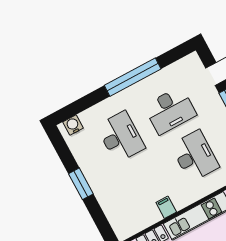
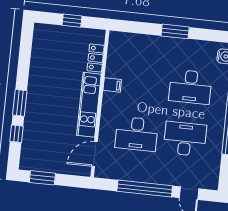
desk: (170, 110) -> (185, 139), turned 90

